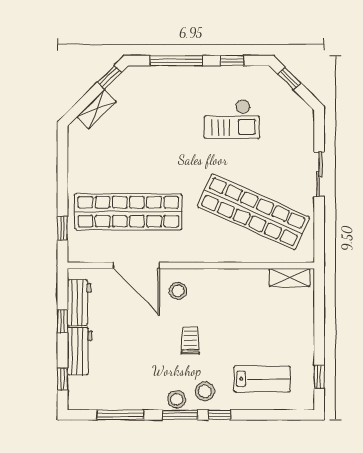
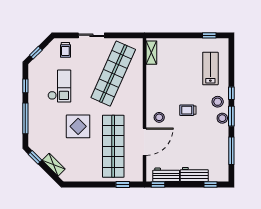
trolley: (294, 130) -> (65, 50), added
display table: (163, 151) -> (78, 126), added
window: (63, 321) -> (158, 184), moved

